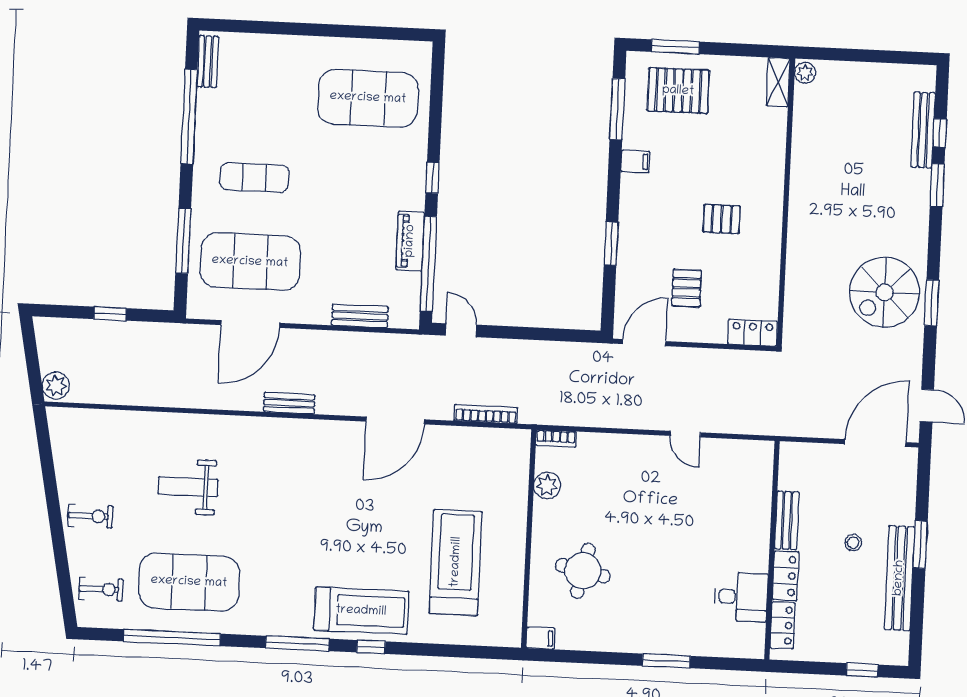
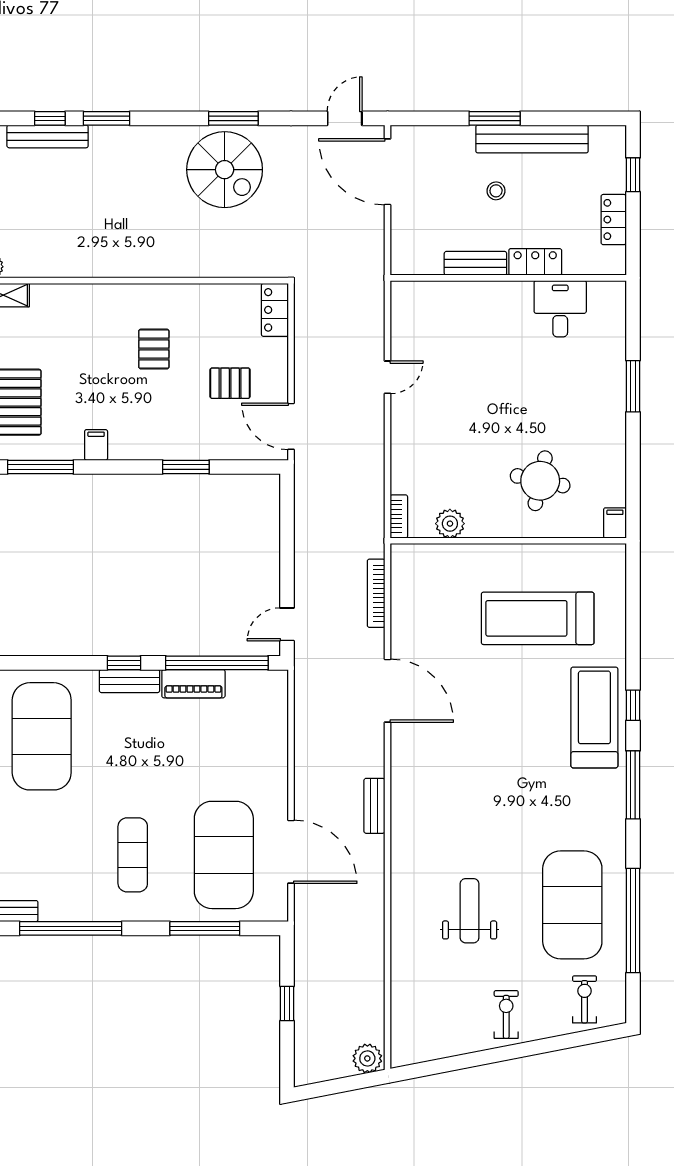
bench: (360, 316) -> (129, 681), moved, turned 90
weight bench: (188, 487) -> (470, 911), turned 180
locker: (783, 625) -> (614, 220), moved, turned -90

